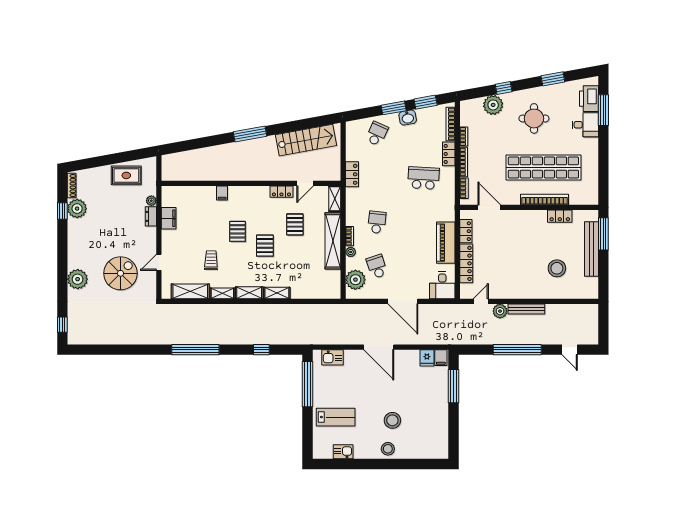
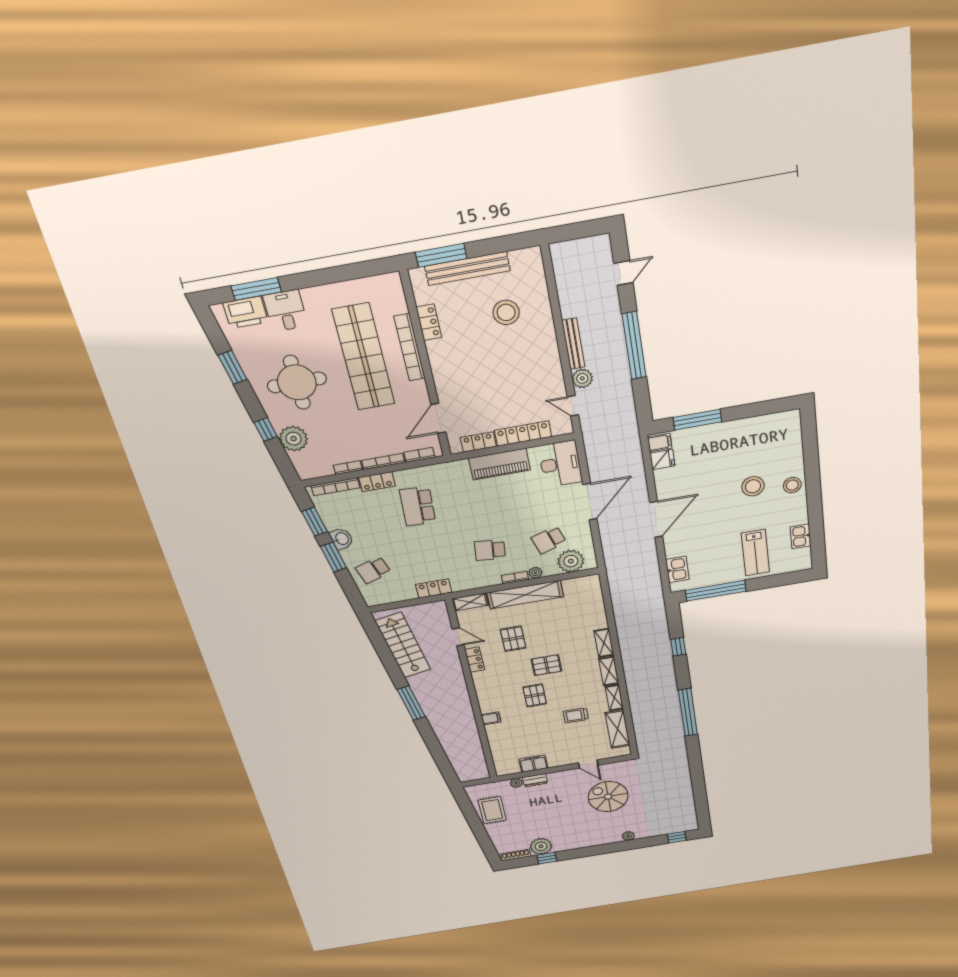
round table: (534, 118) -> (297, 382), width x1.36, depth x1.36
school desk: (377, 134) -> (373, 570), turned -42
pallet: (295, 224) -> (513, 639), turned 90
pallet: (238, 231) -> (535, 695), turned 90
plant: (78, 279) -> (628, 836), width x0.53, depth x0.53
desk: (442, 285) -> (560, 464), width x1.37
lab bench: (336, 417) -> (755, 553), turned 180

